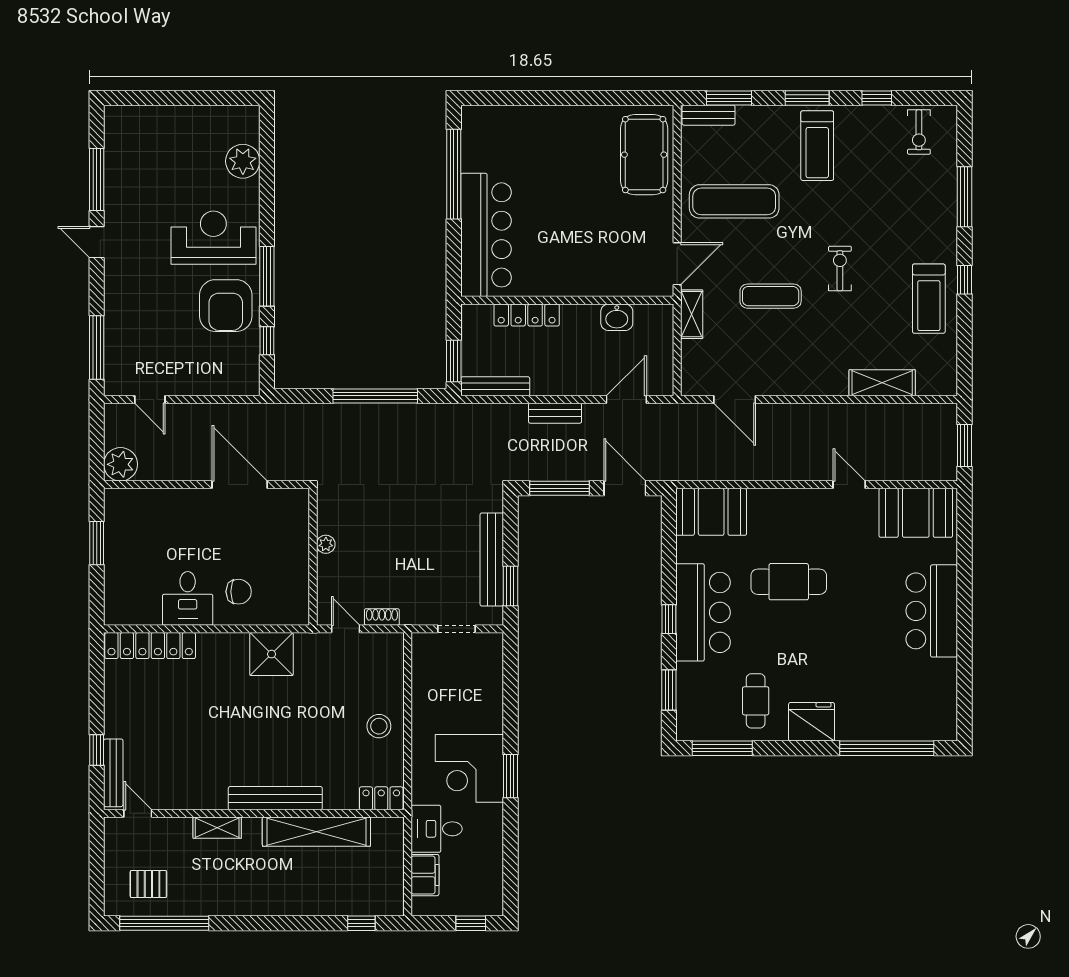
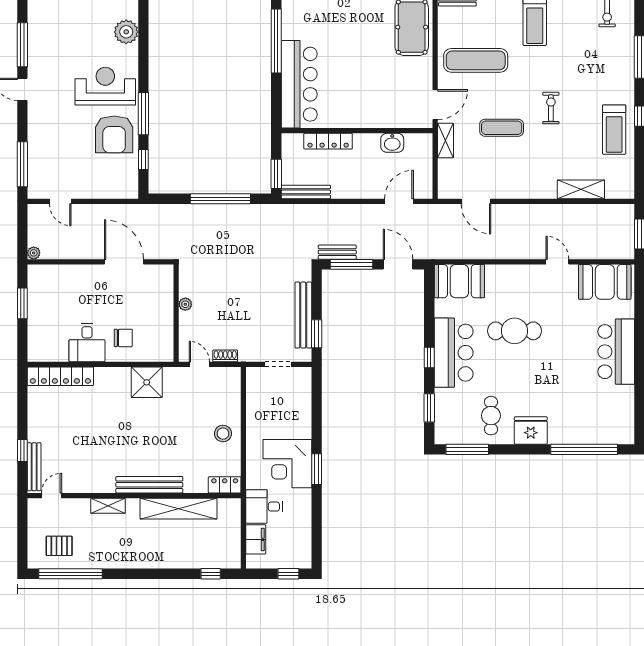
bench: (555, 413) -> (337, 252), moved
plant: (121, 464) -> (34, 253), width x0.53, depth x0.53
door: (138, 813) -> (52, 496), hinge flipped

